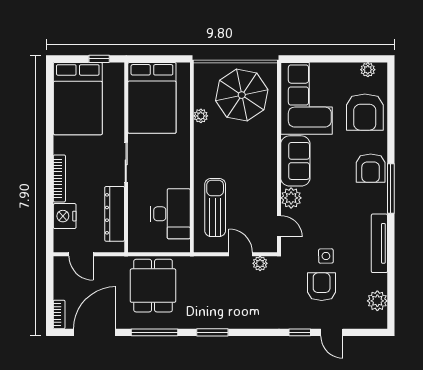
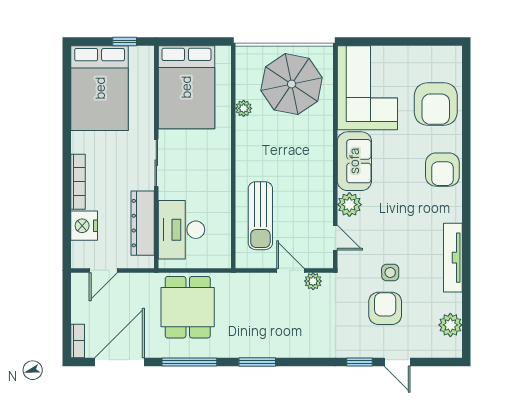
plant: (368, 70) -> (439, 54), removed
window: (391, 189) -> (466, 193), removed
sun lounger: (215, 207) -> (260, 216), turned 180
desk: (170, 214) -> (181, 230), moved, turned 180
door: (81, 254) -> (103, 270), hinge flipped

